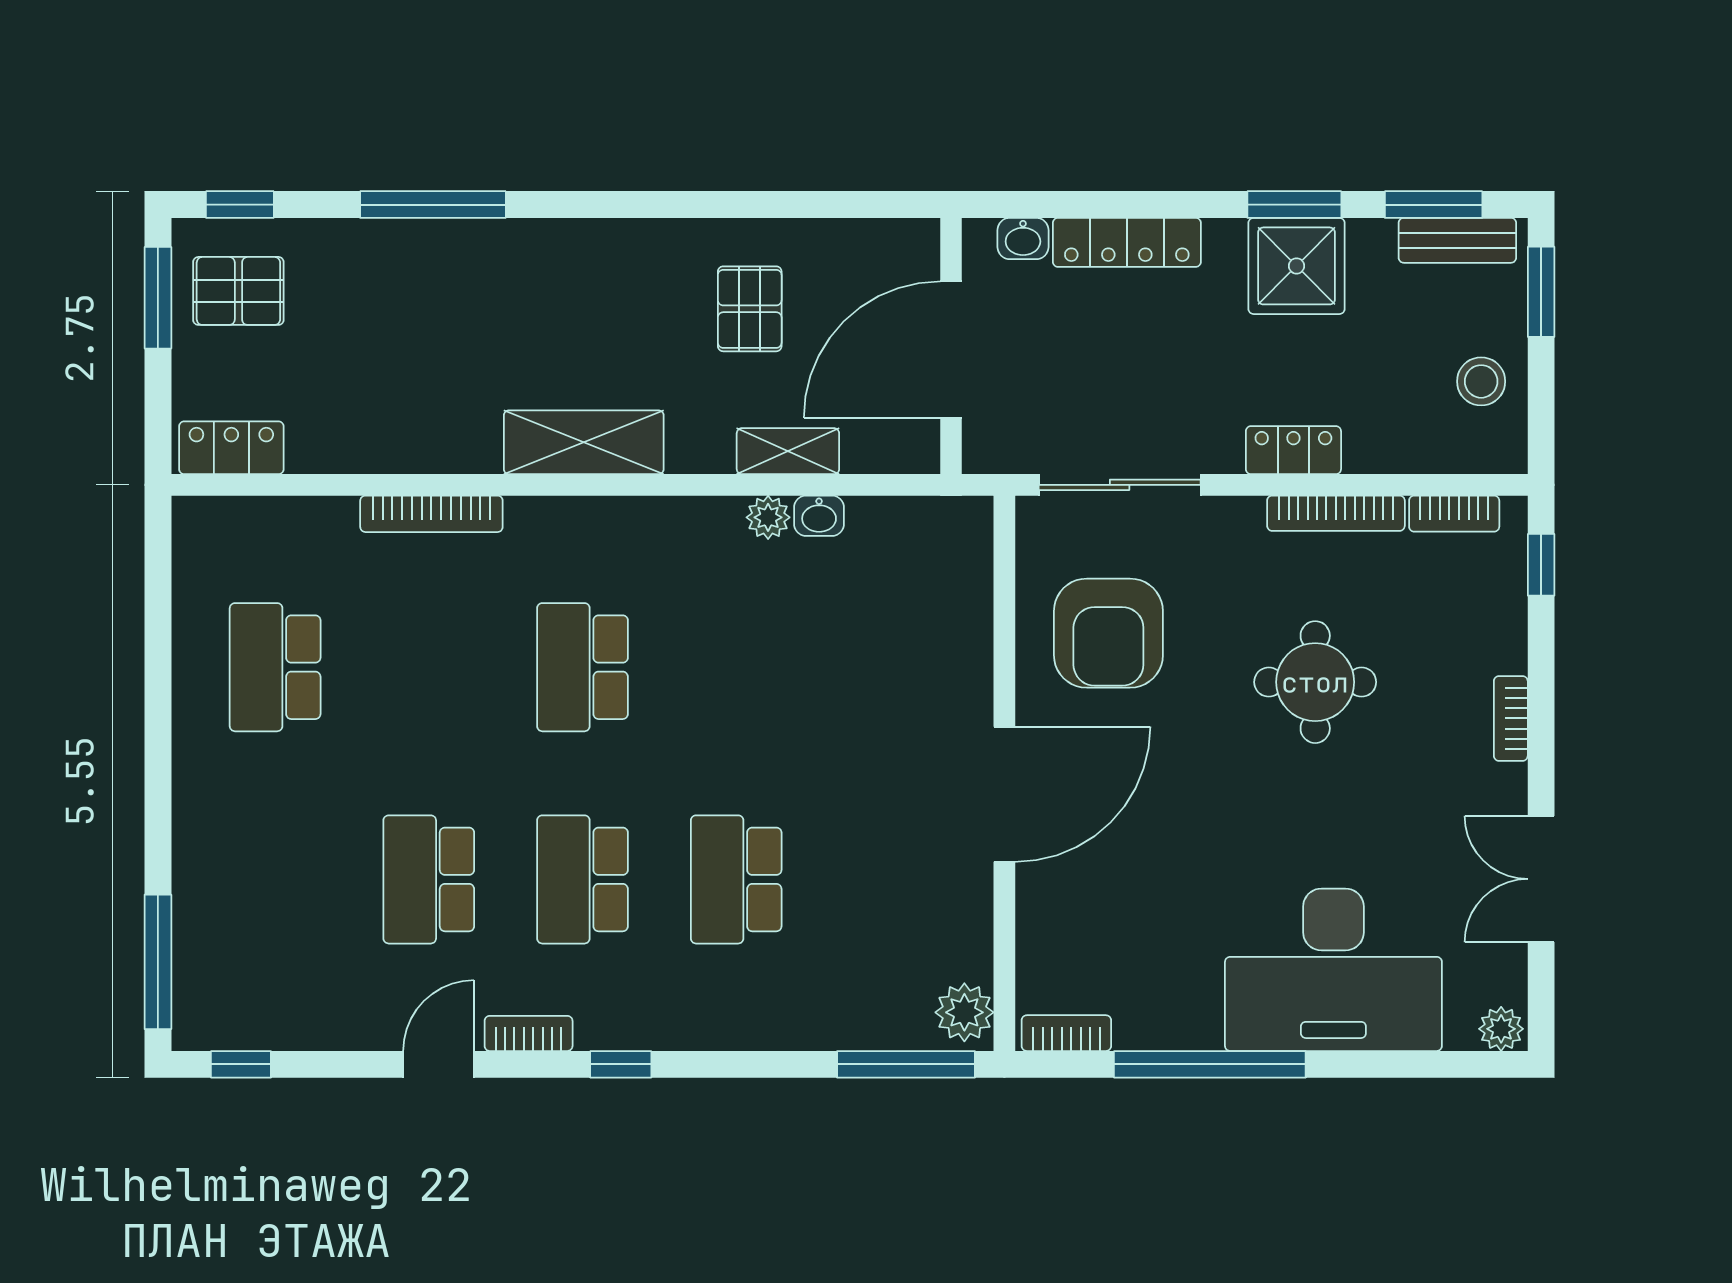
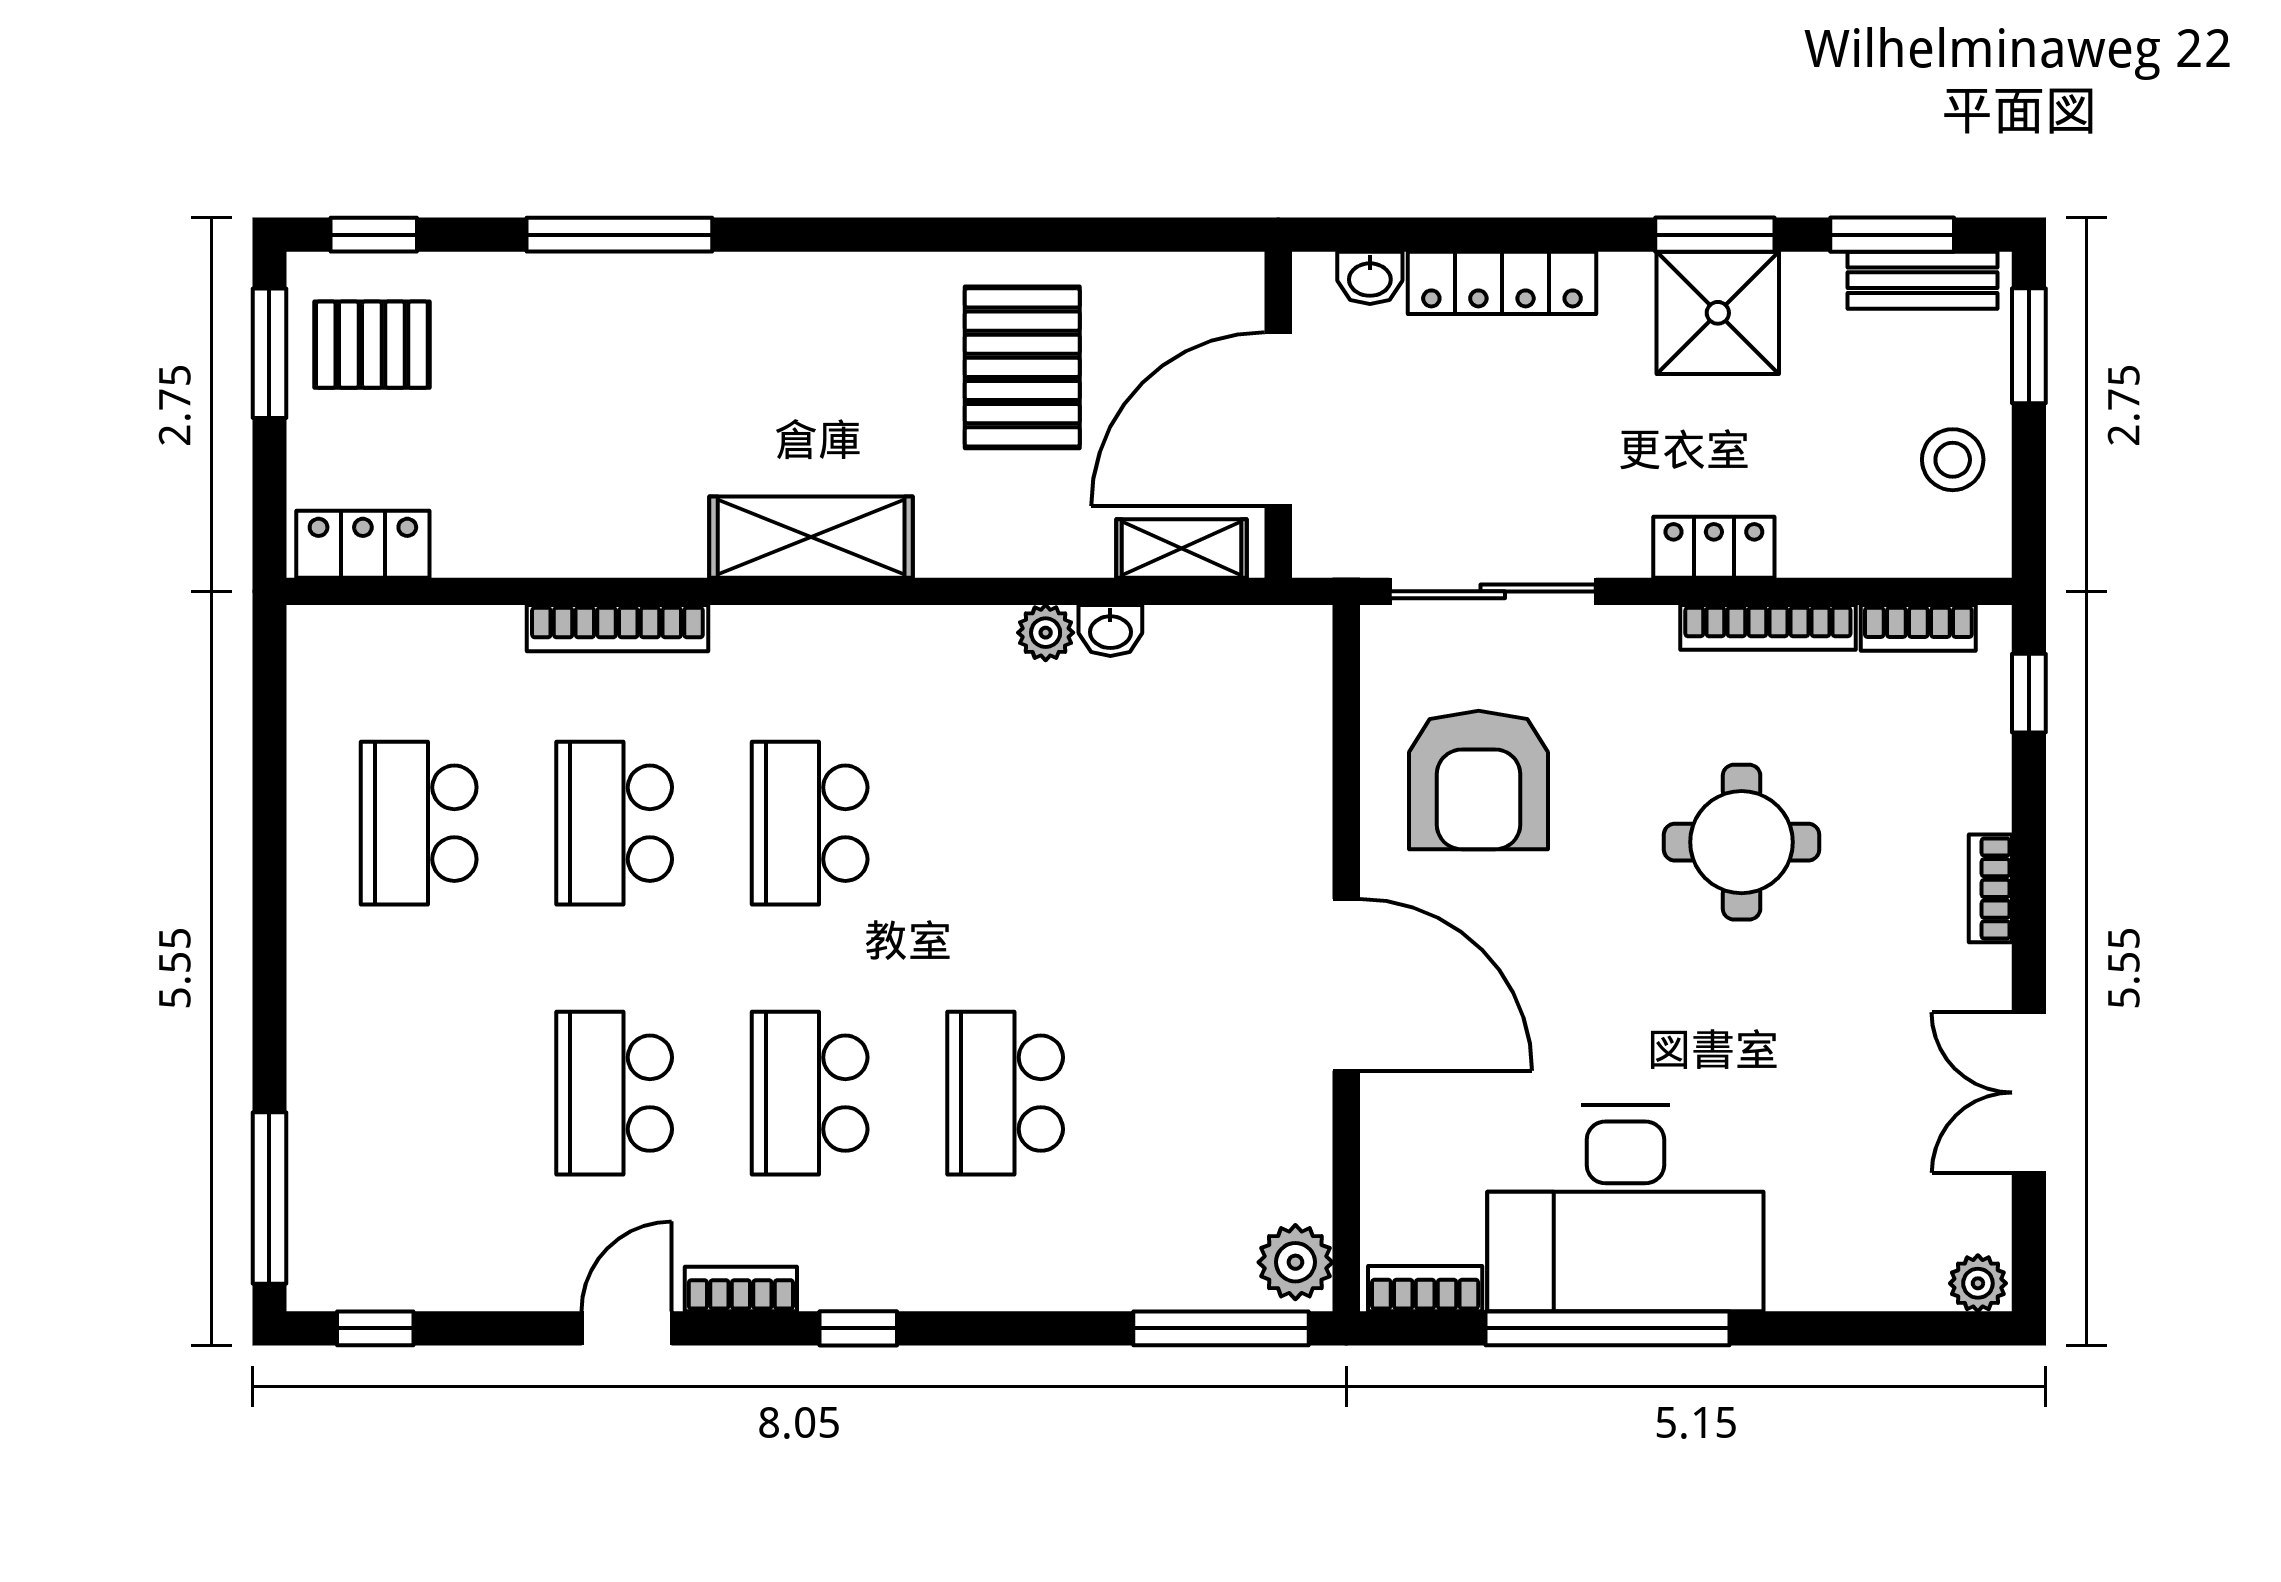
pallet: (750, 309) -> (1022, 367), width x1.50, depth x1.42
shelving: (788, 451) -> (1182, 548), moved
school desk: (429, 667) -> (614, 823), added
door: (1004, 794) -> (1346, 985), hinge flipped
desk: (1333, 970) -> (1625, 1208), moved

